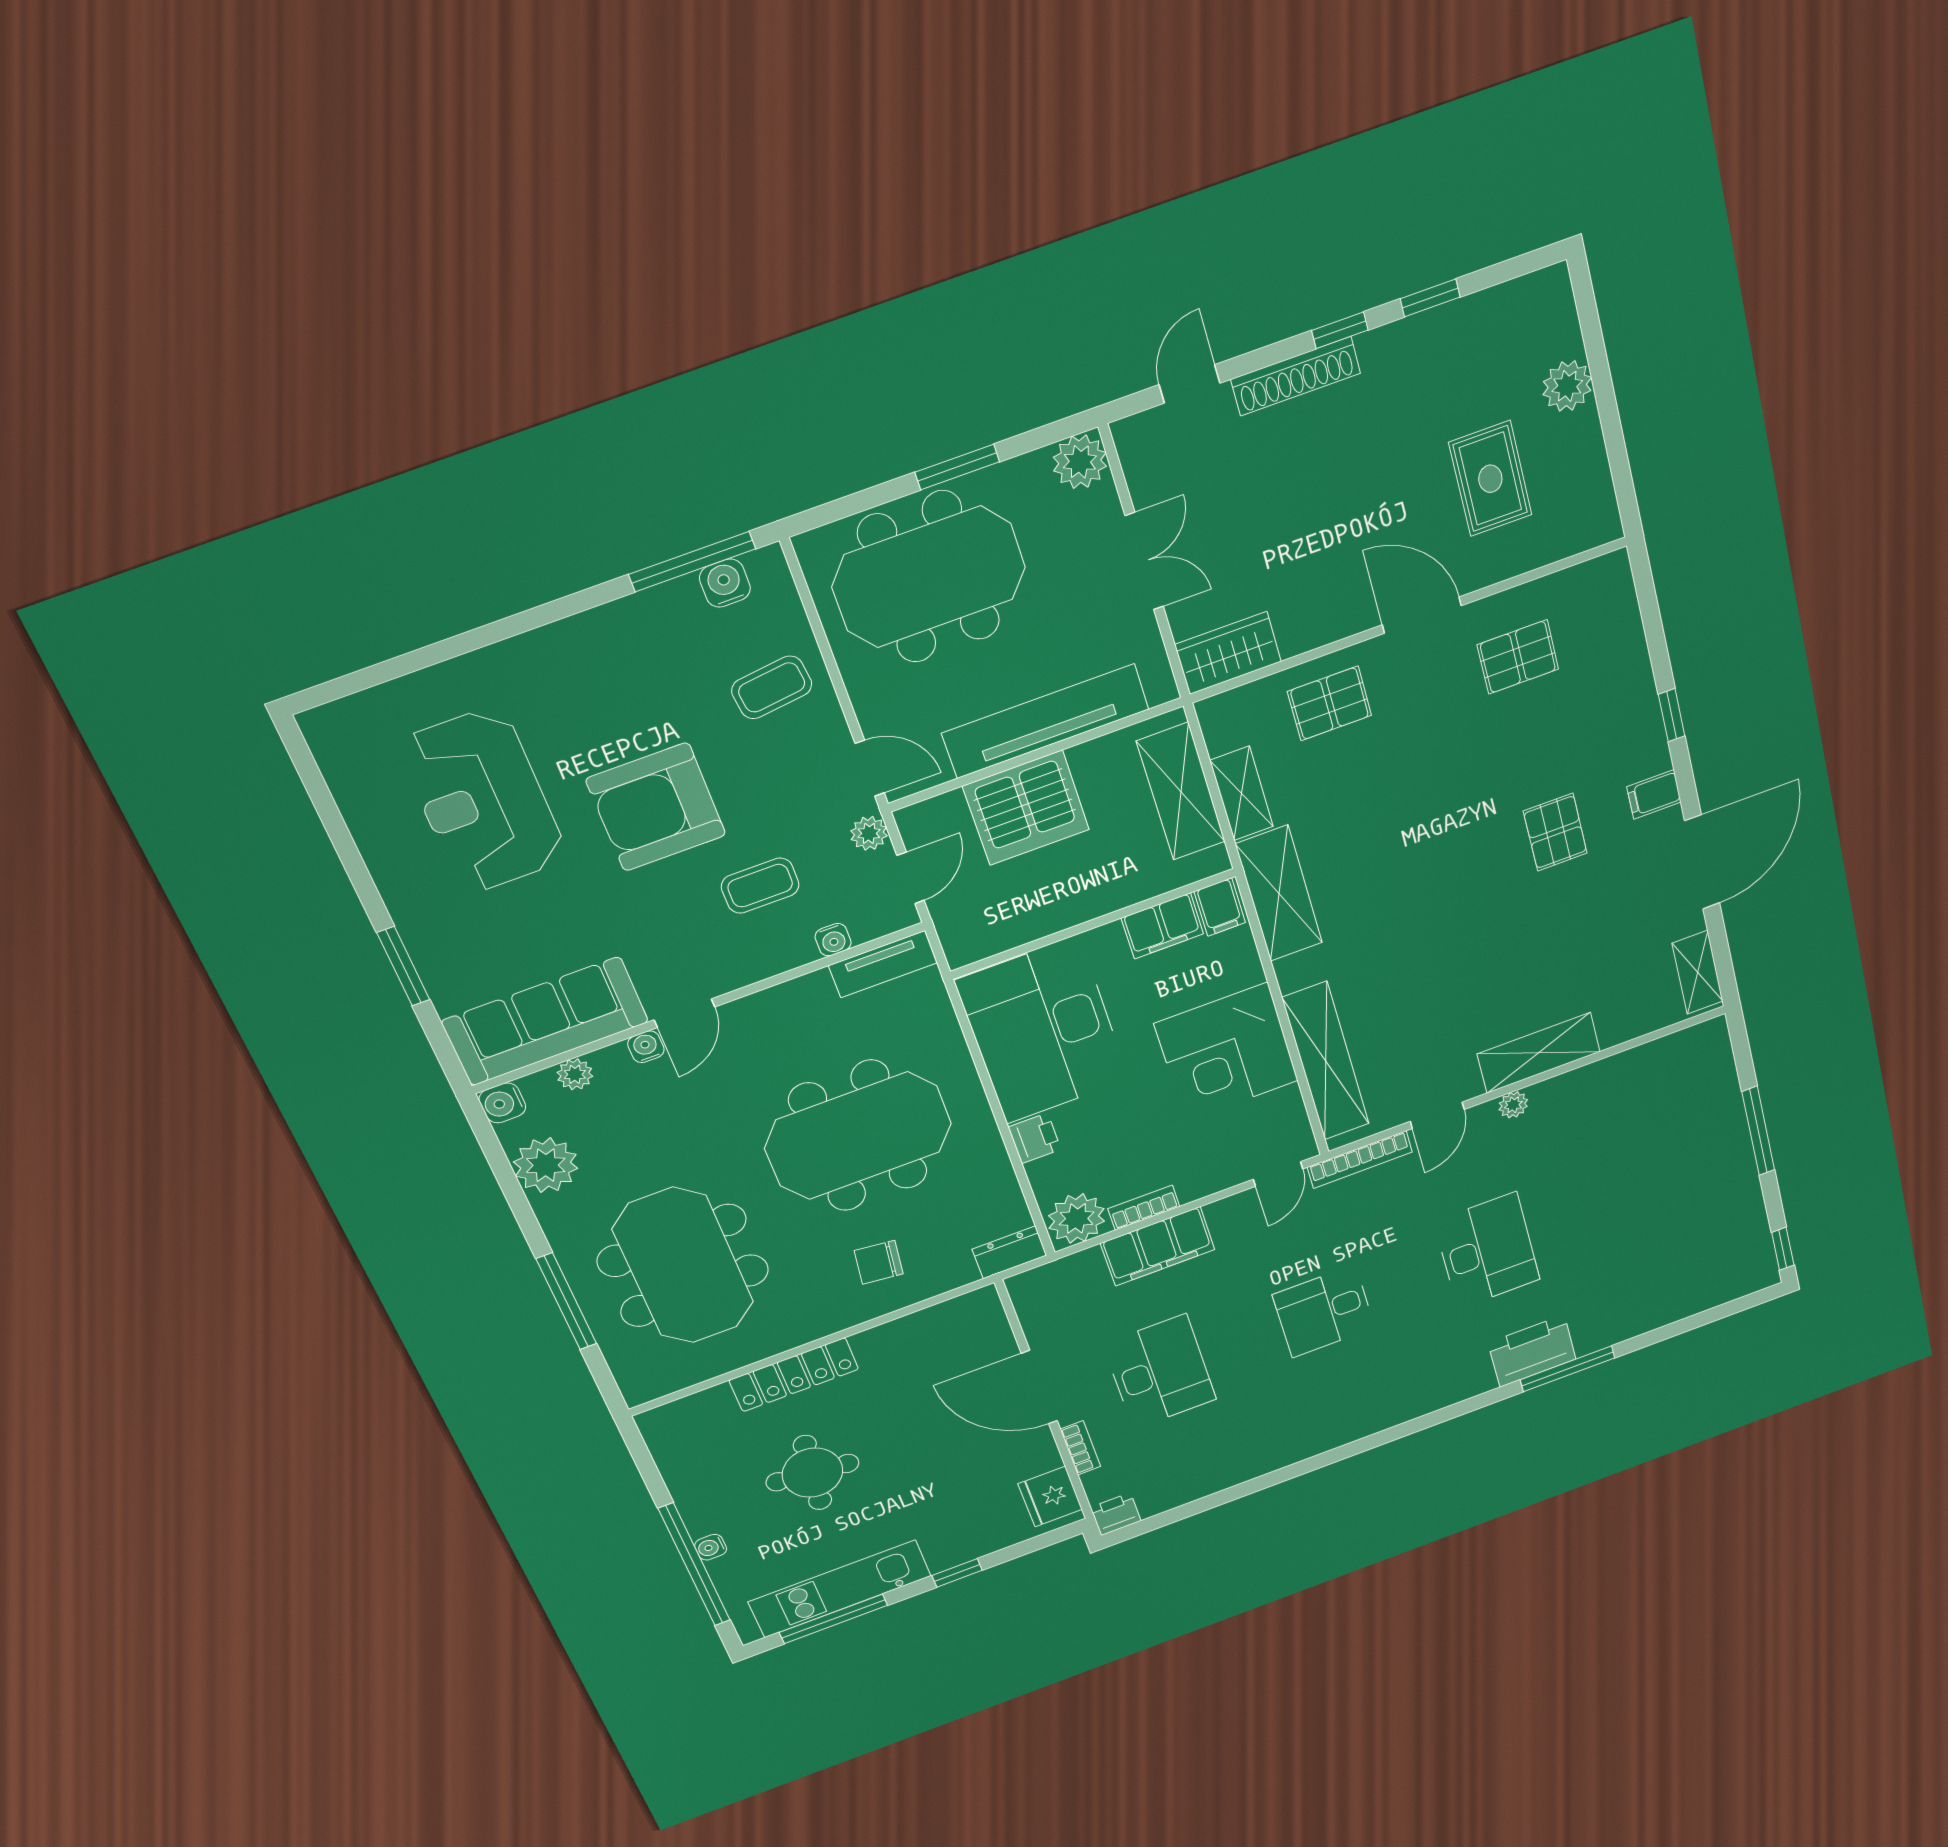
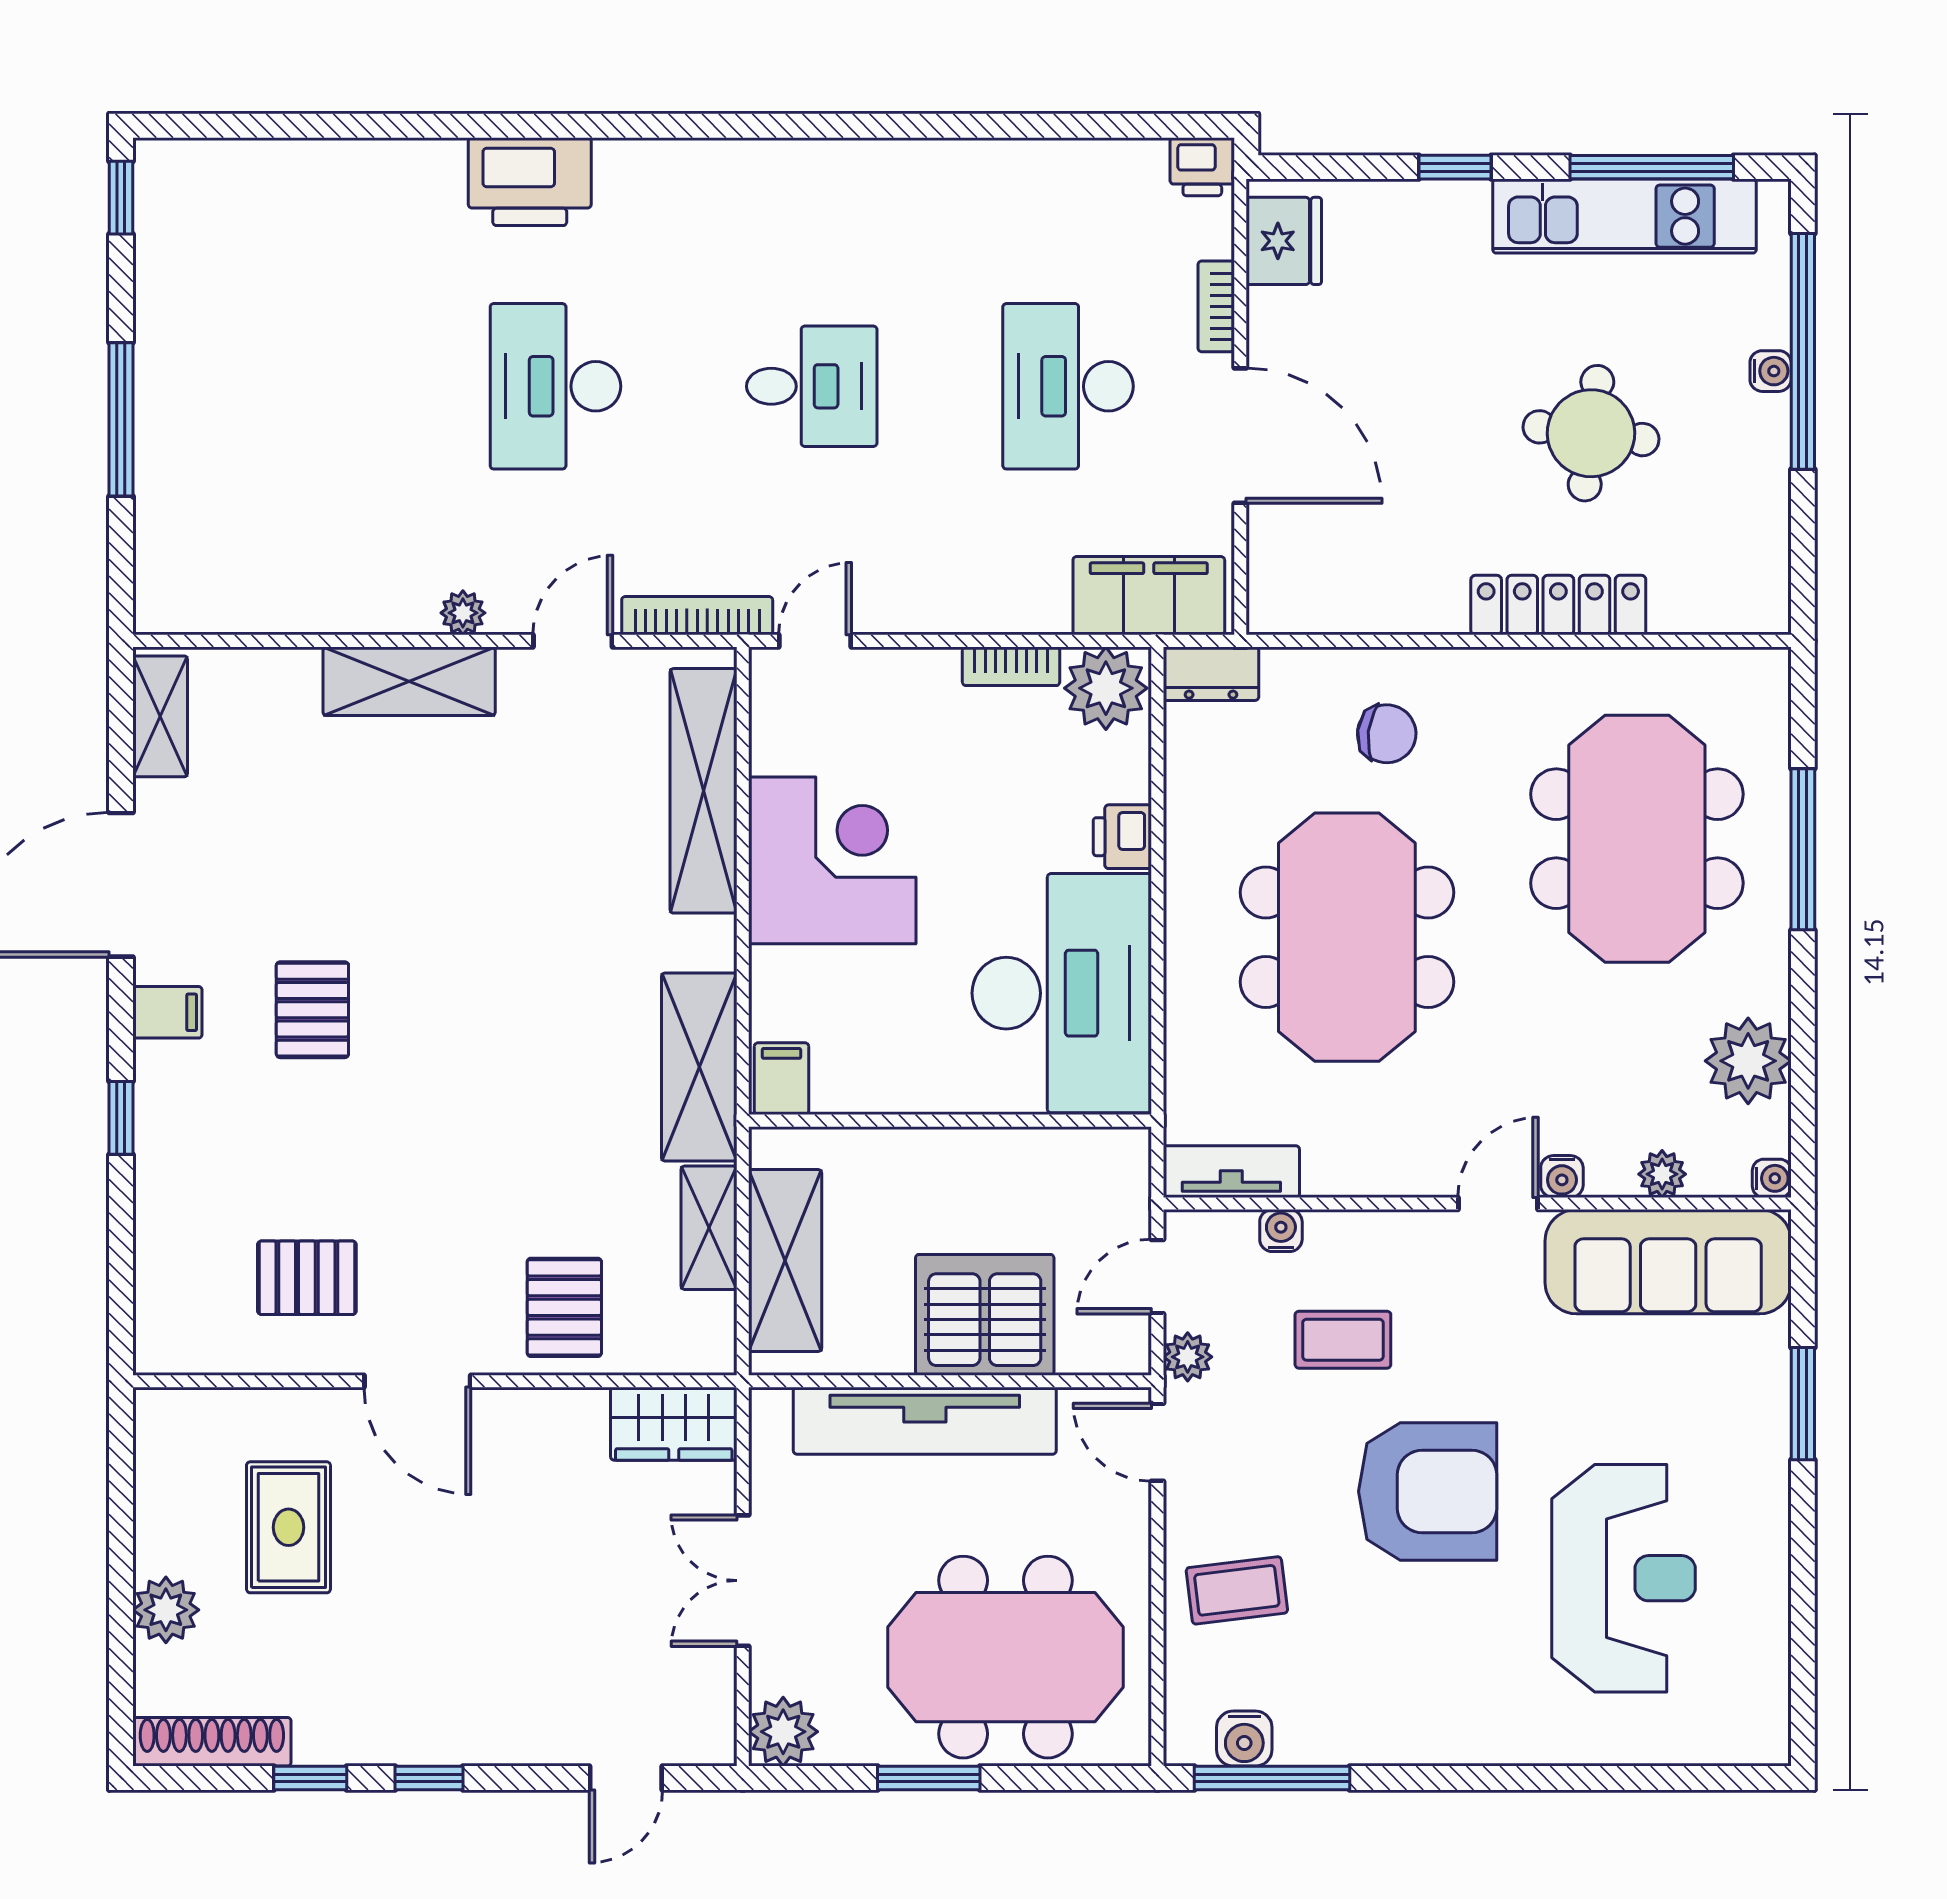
shoe rack: (1296, 376) -> (212, 1742), moved
pallet: (1330, 703) -> (564, 1307), turned 90
filing cabinet: (1162, 926) -> (863, 1082), removed
water cooler: (502, 1103) -> (1772, 1178), width x0.72, depth x0.72
meeting table: (858, 1136) -> (1347, 937), turned 90
filing cabinet: (1158, 1246) -> (1149, 596), moved
window: (1567, 1369) -> (485, 126), removed

